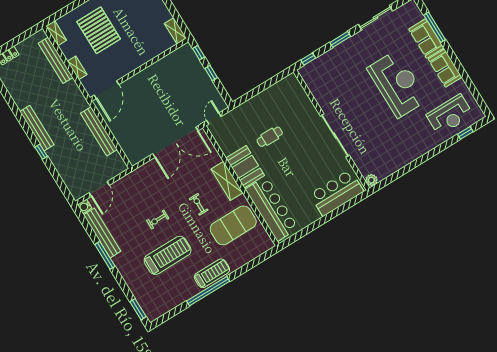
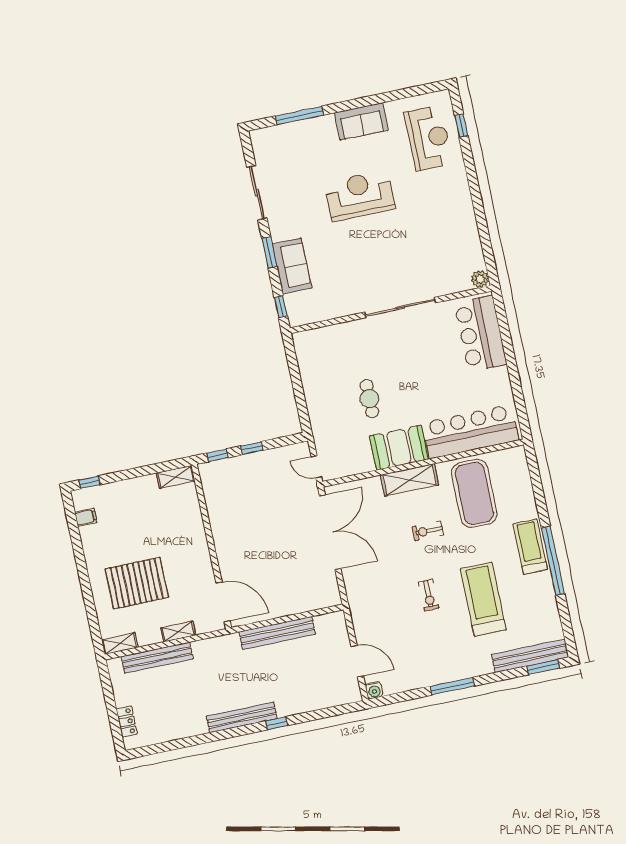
sofa: (426, 39) -> (292, 266), moved, turned -90
reception desk: (397, 84) -> (360, 196), width x0.74, depth x0.77
bench: (102, 233) -> (530, 656), moved

